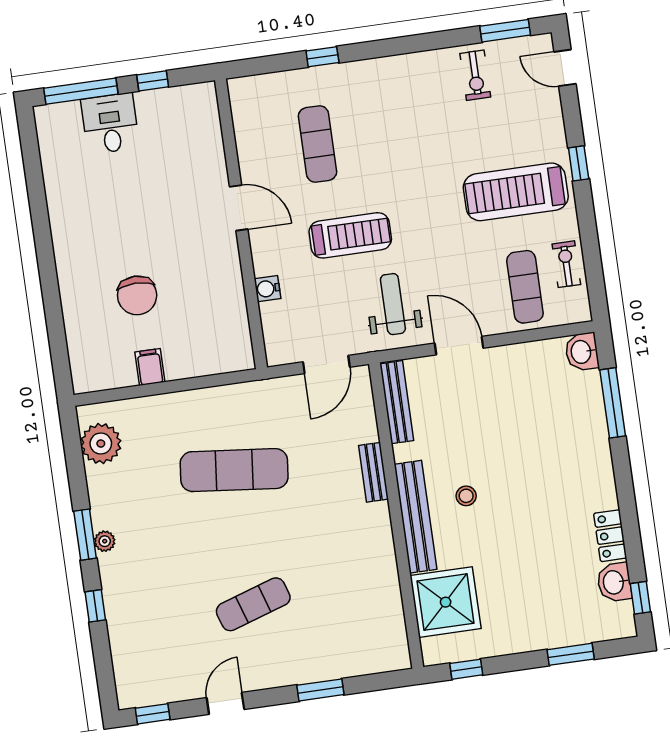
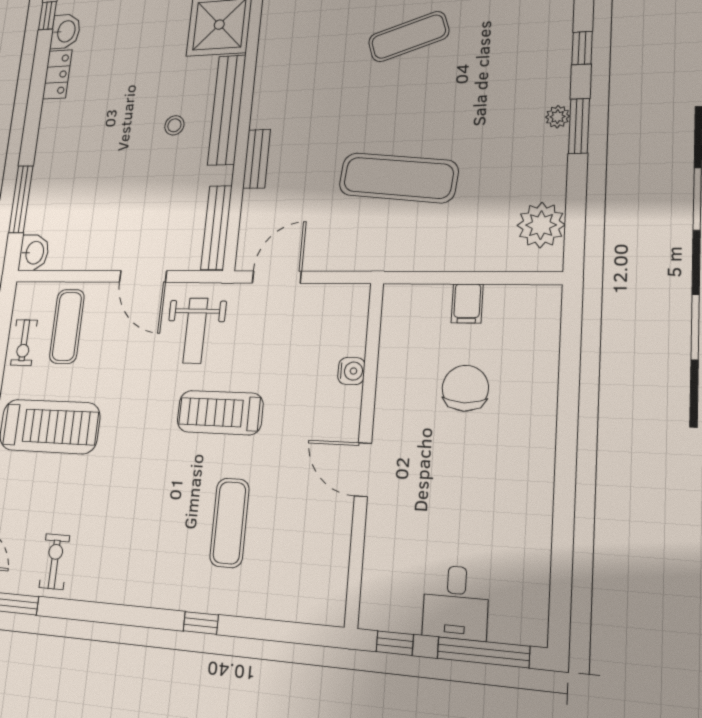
door: (239, 208) -> (363, 470), moved
wall: (241, 224) -> (364, 450), moved
water cooler: (267, 289) -> (351, 371), moved

